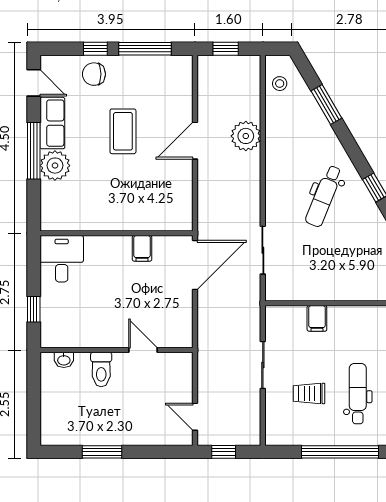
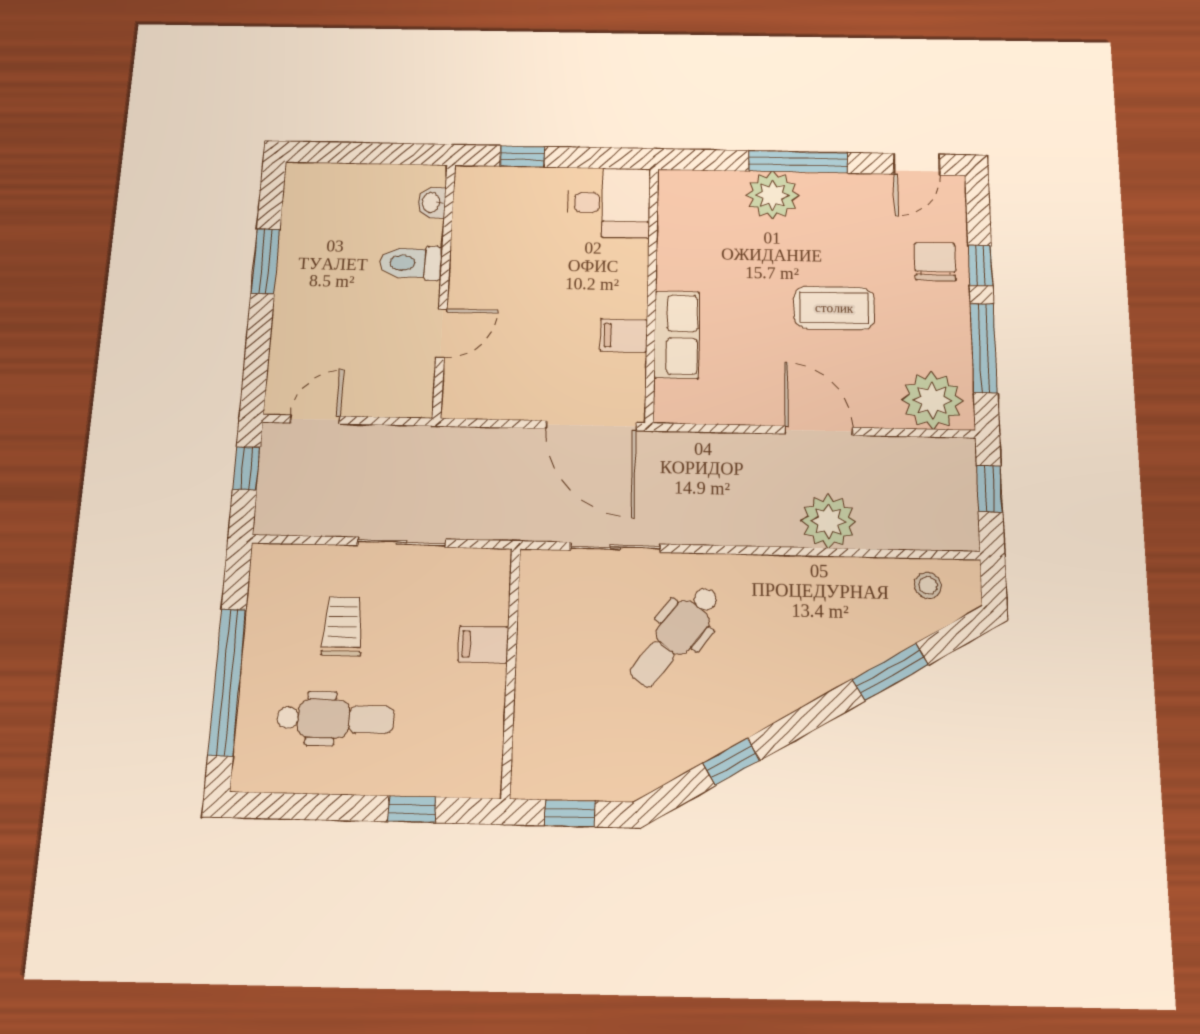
plant: (176, 78) -> (932, 400), added
row of seats: (52, 123) -> (677, 335), moved, turned -90
dental chair: (324, 196) -> (675, 636), moved, turned -74

